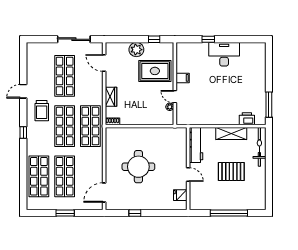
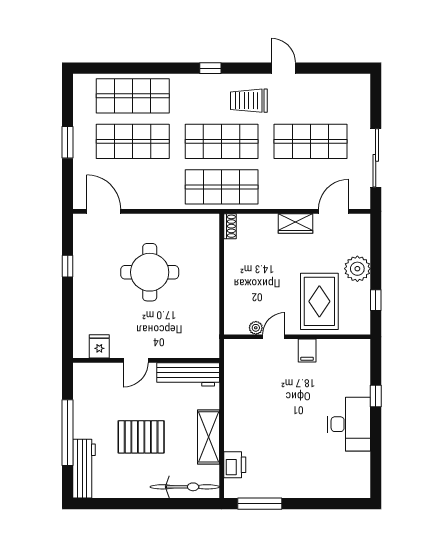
wardrobe: (111, 97) -> (296, 223), moved
pallet: (231, 171) -> (141, 437), turned 90
workbench: (249, 204) -> (84, 469), added

